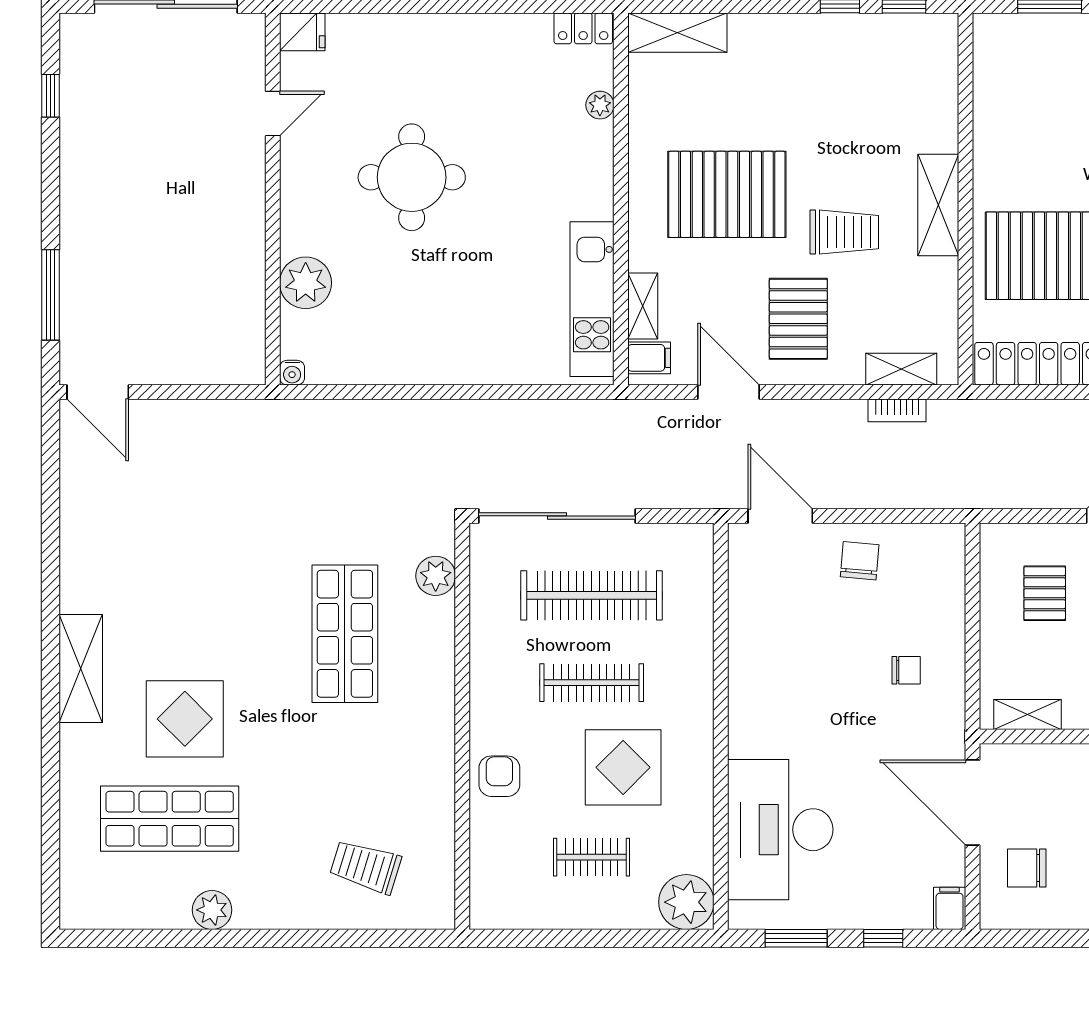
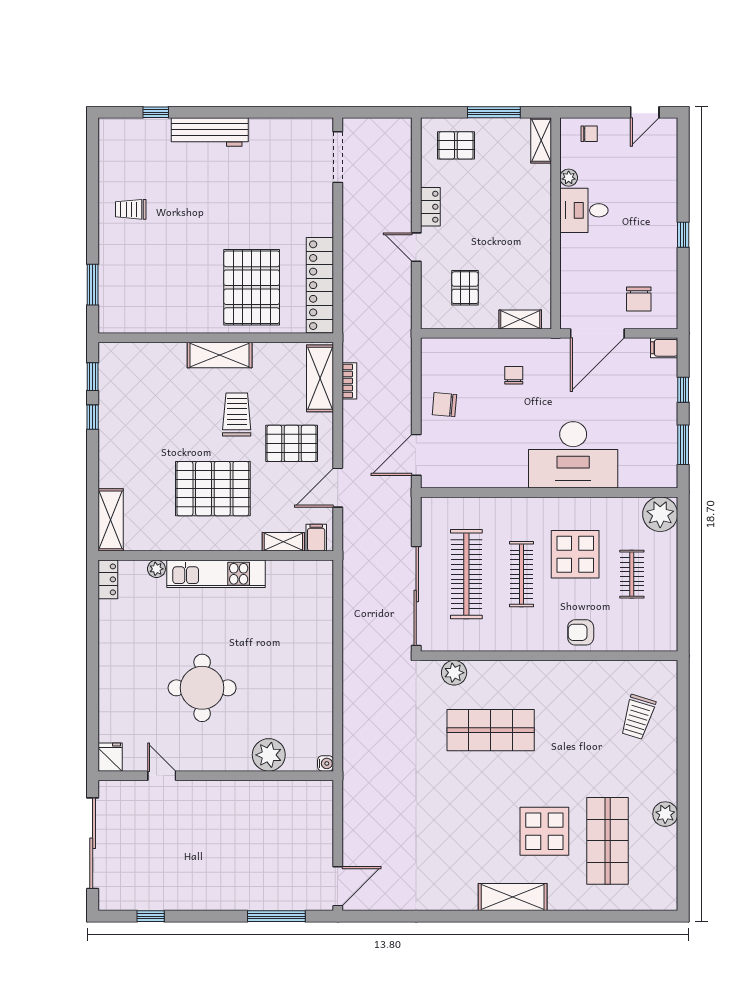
pallet: (727, 194) -> (213, 489), turned 90
kitchen unit: (592, 299) -> (216, 574), moved
shelving: (901, 369) -> (320, 378), width x1.50, depth x1.33
pallet: (1045, 593) -> (465, 288), turned 90
shelving: (1028, 715) -> (520, 319), moved, turned 90
desk: (780, 830) -> (573, 455), moved

